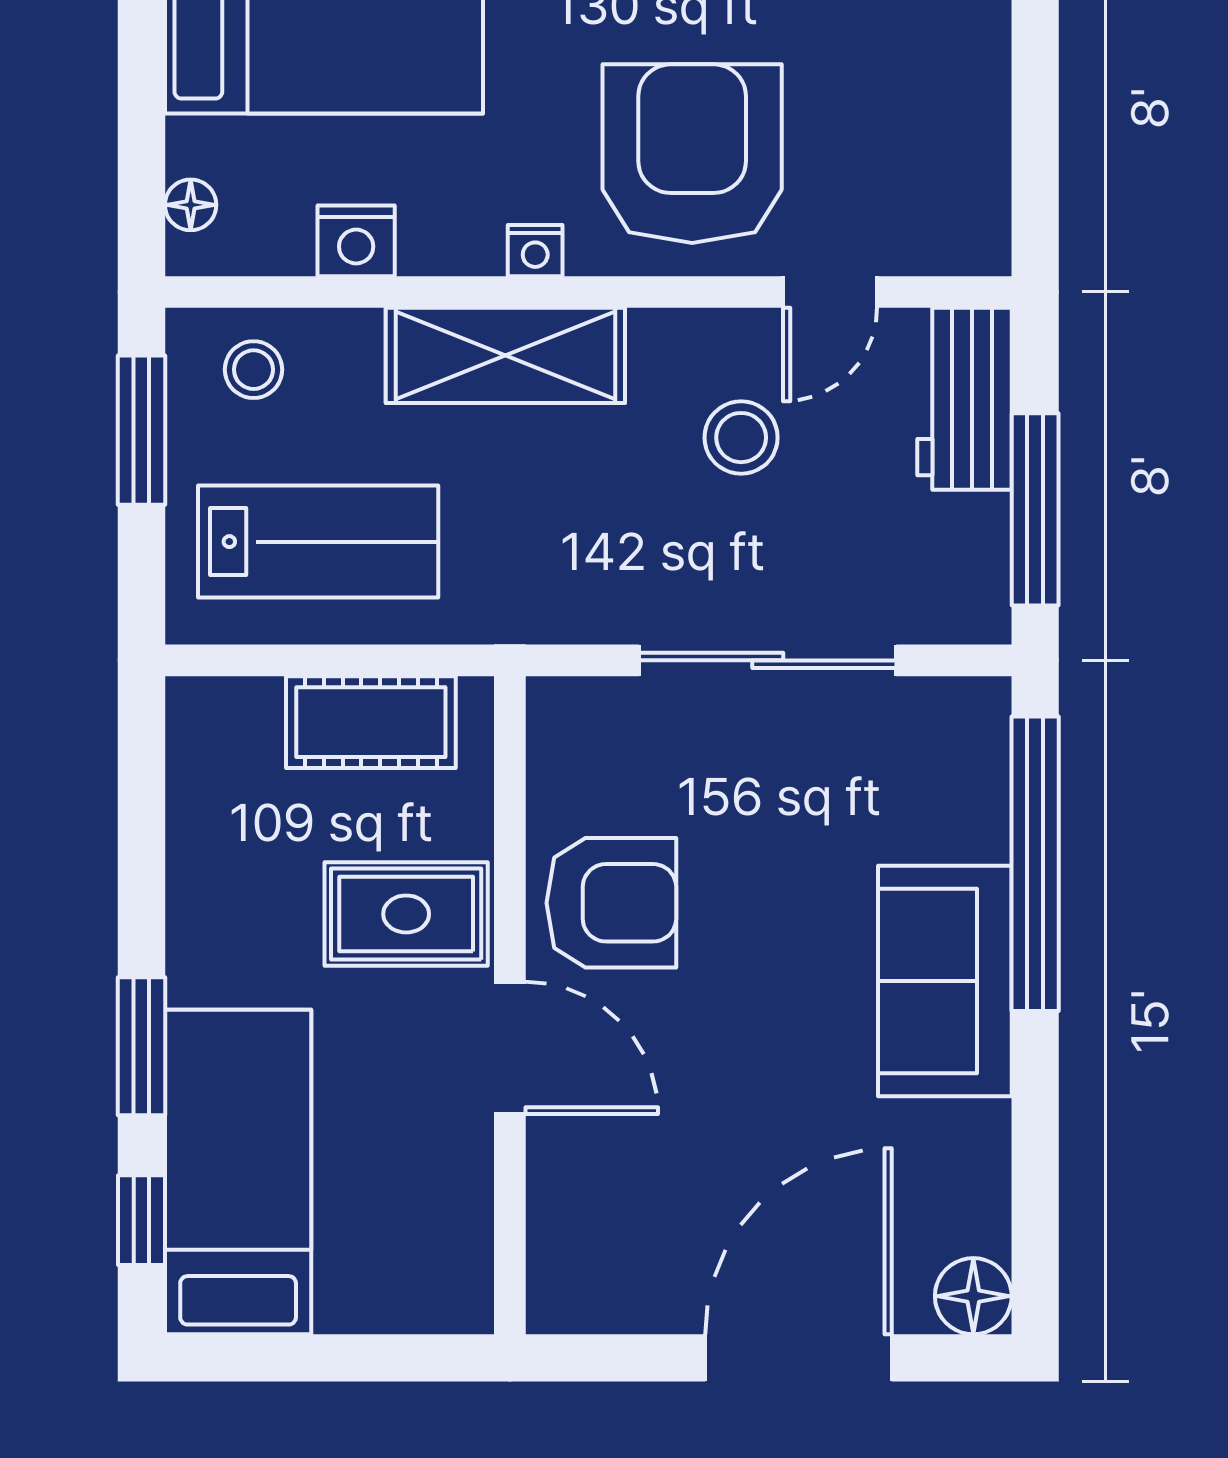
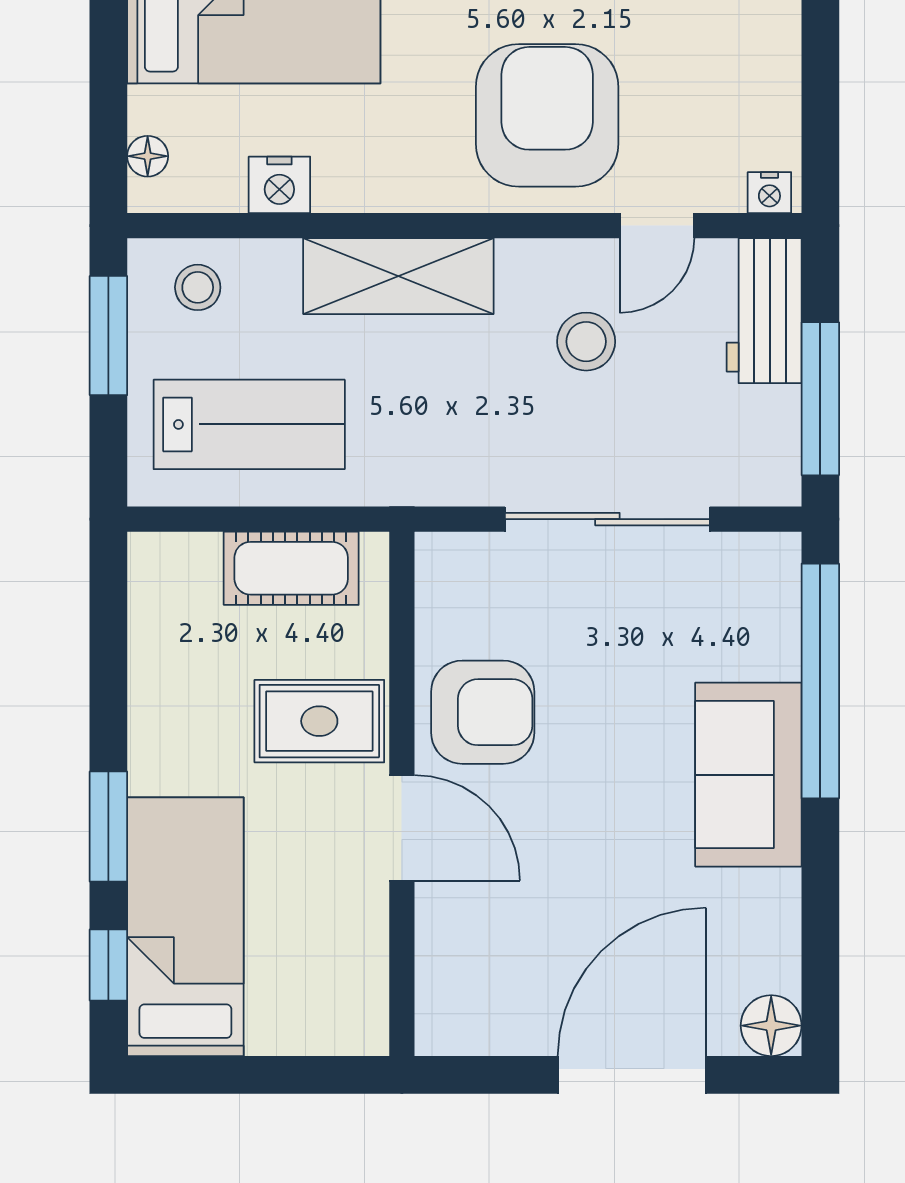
nightstand: (535, 251) -> (769, 193), moved

